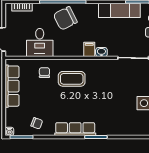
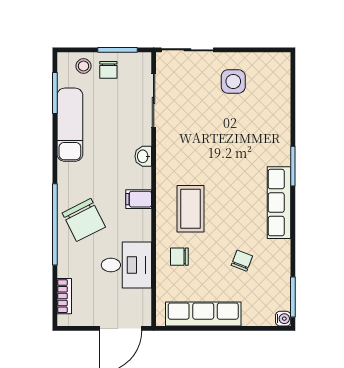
filing cabinet: (89, 49) -> (139, 199), moved
chair: (37, 123) -> (242, 261), moved

